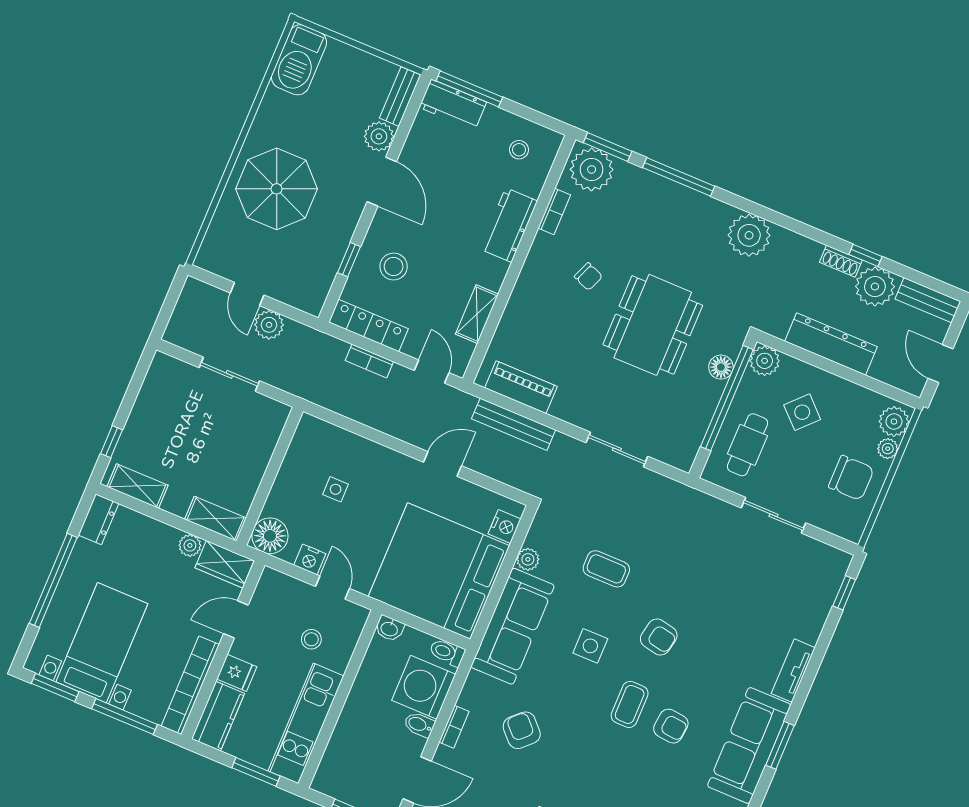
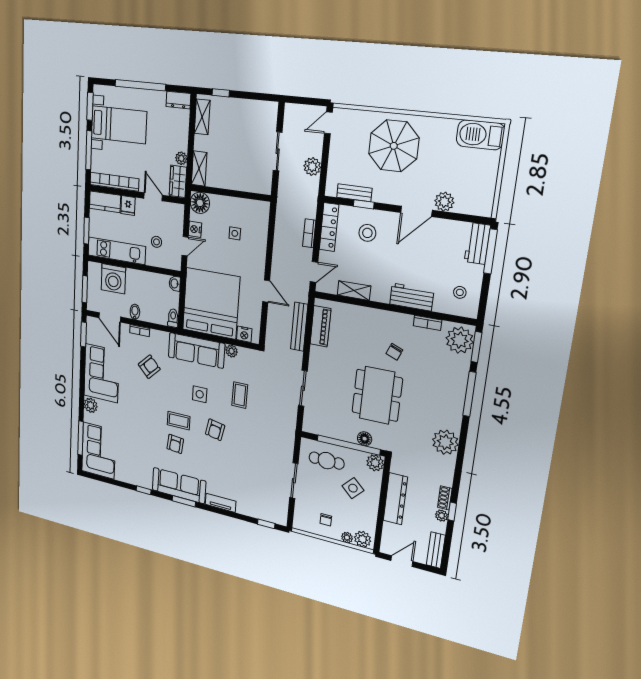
bench: (400, 97) -> (354, 193), moved
plant: (875, 287) -> (442, 516), width x0.53, depth x0.53
door: (247, 294) -> (328, 123), moved
dining table: (653, 325) -> (377, 395), turned 90
chair: (851, 478) -> (326, 520), width x0.54, depth x0.54
washing machine: (424, 687) -> (113, 279), moved, turned 180

